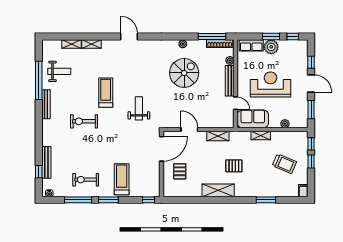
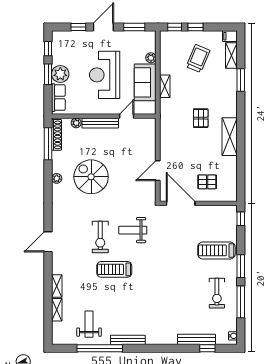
sofa: (253, 119) -> (145, 82), moved
exercise bike: (84, 121) -> (100, 237), moved
shelving: (218, 136) -> (231, 55), moved

